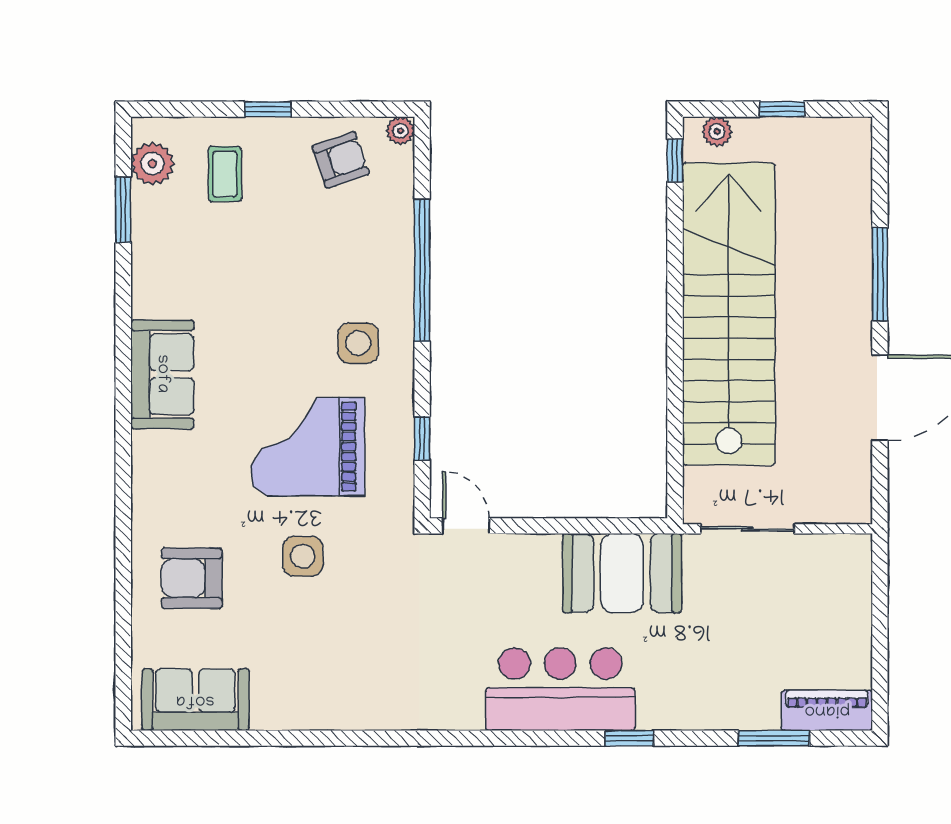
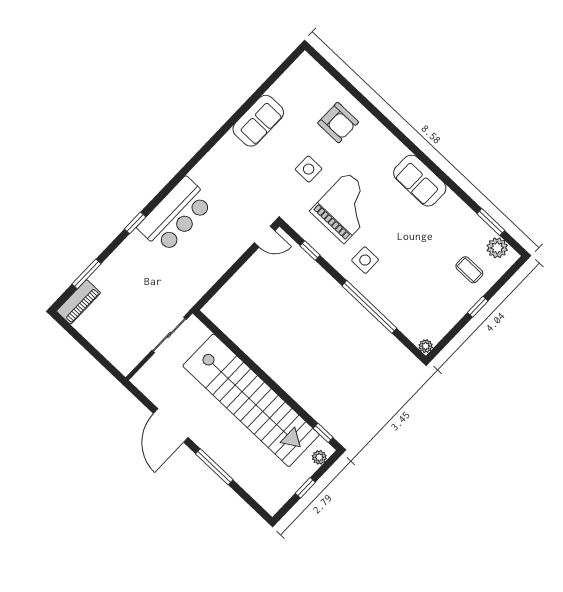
armchair: (341, 160) -> (435, 315), removed
booth: (622, 573) -> (196, 276), removed
armchair: (192, 578) -> (338, 123), turned 90
sofa: (195, 700) -> (258, 121), moved

